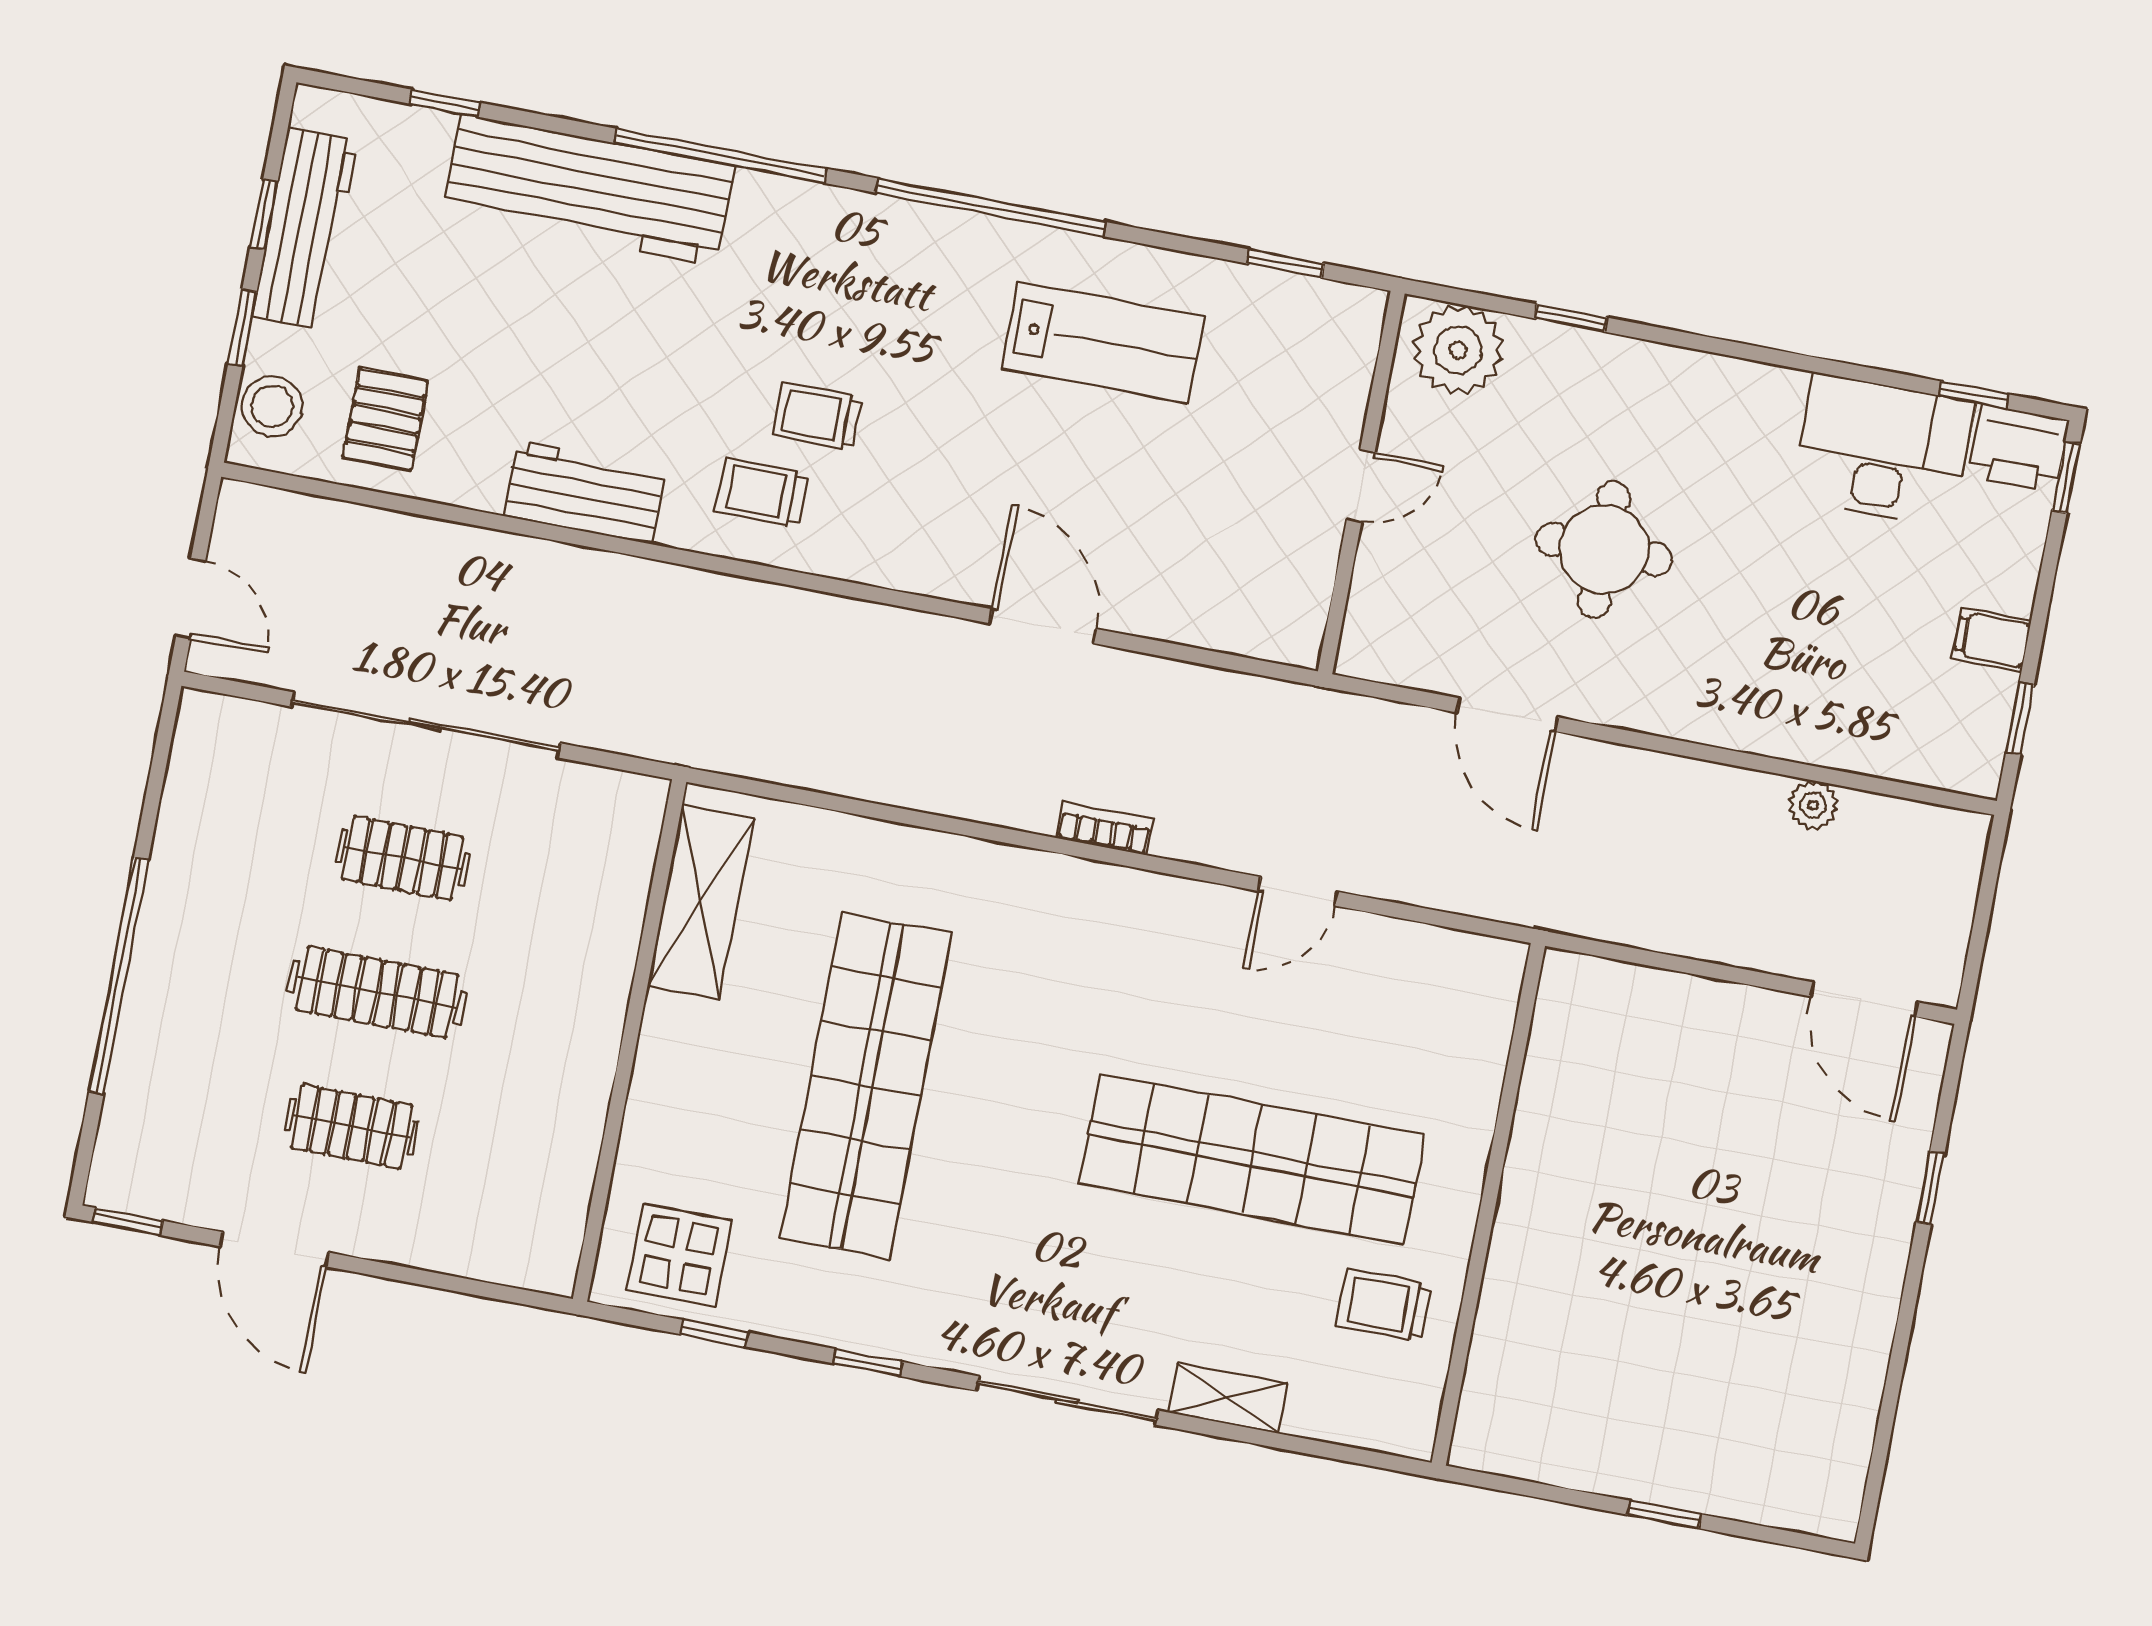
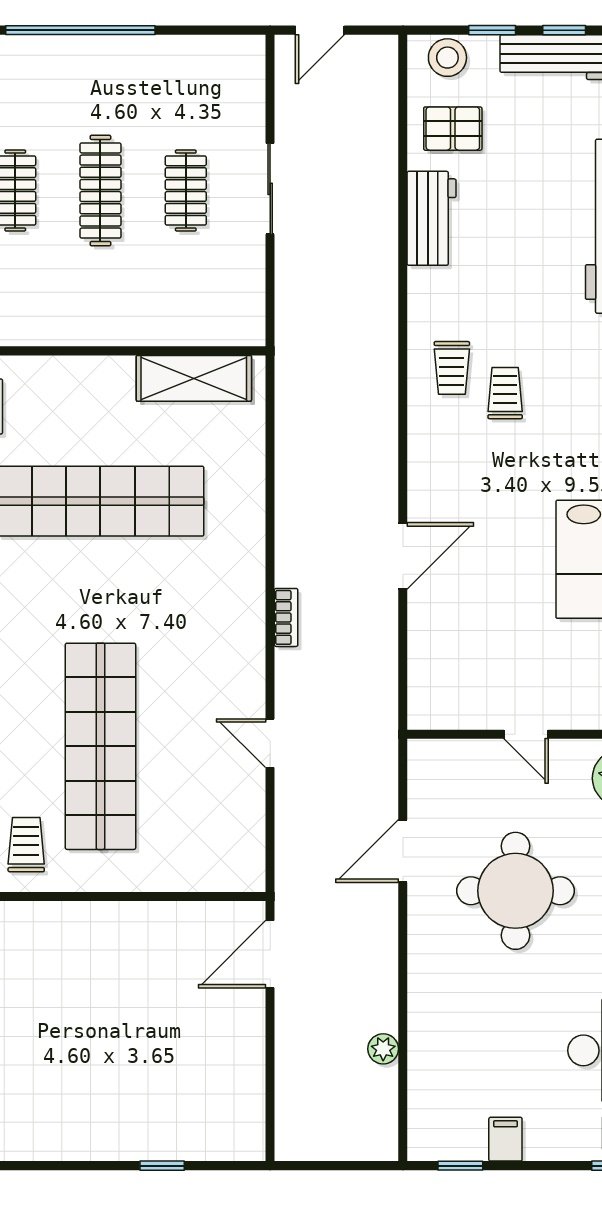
workbench: (585, 492) -> (432, 218), moved
trolley: (762, 493) -> (452, 368), turned 180
round table: (1604, 549) -> (515, 891), width x1.36, depth x1.36
sliding door: (425, 725) -> (270, 189), width x0.54
door: (1864, 999) -> (270, 954), moved

